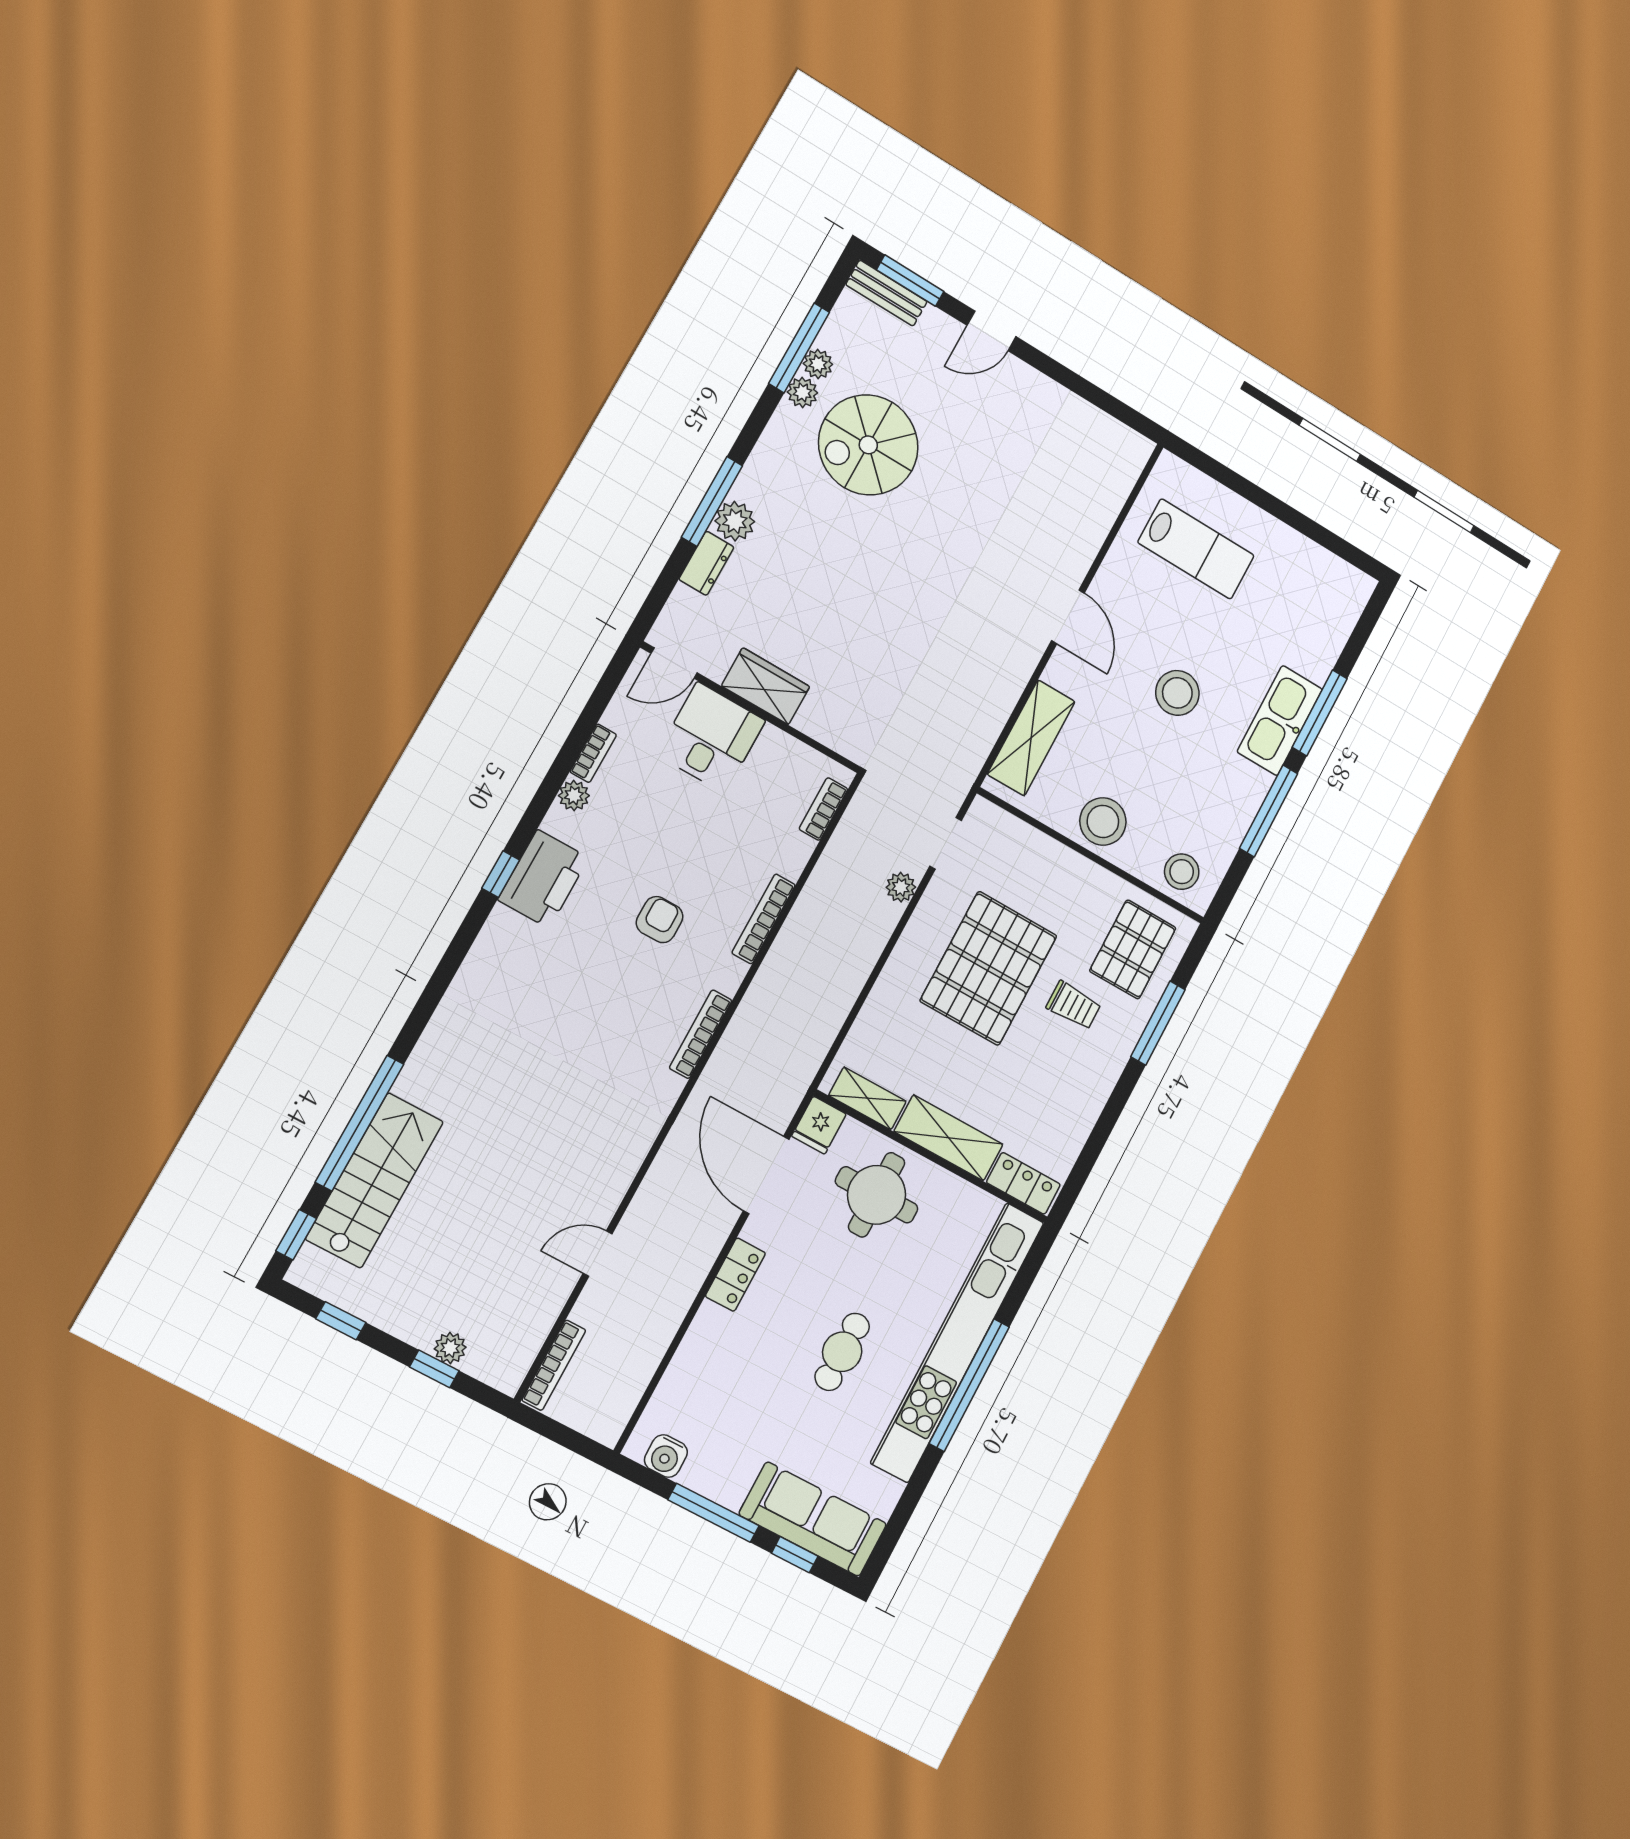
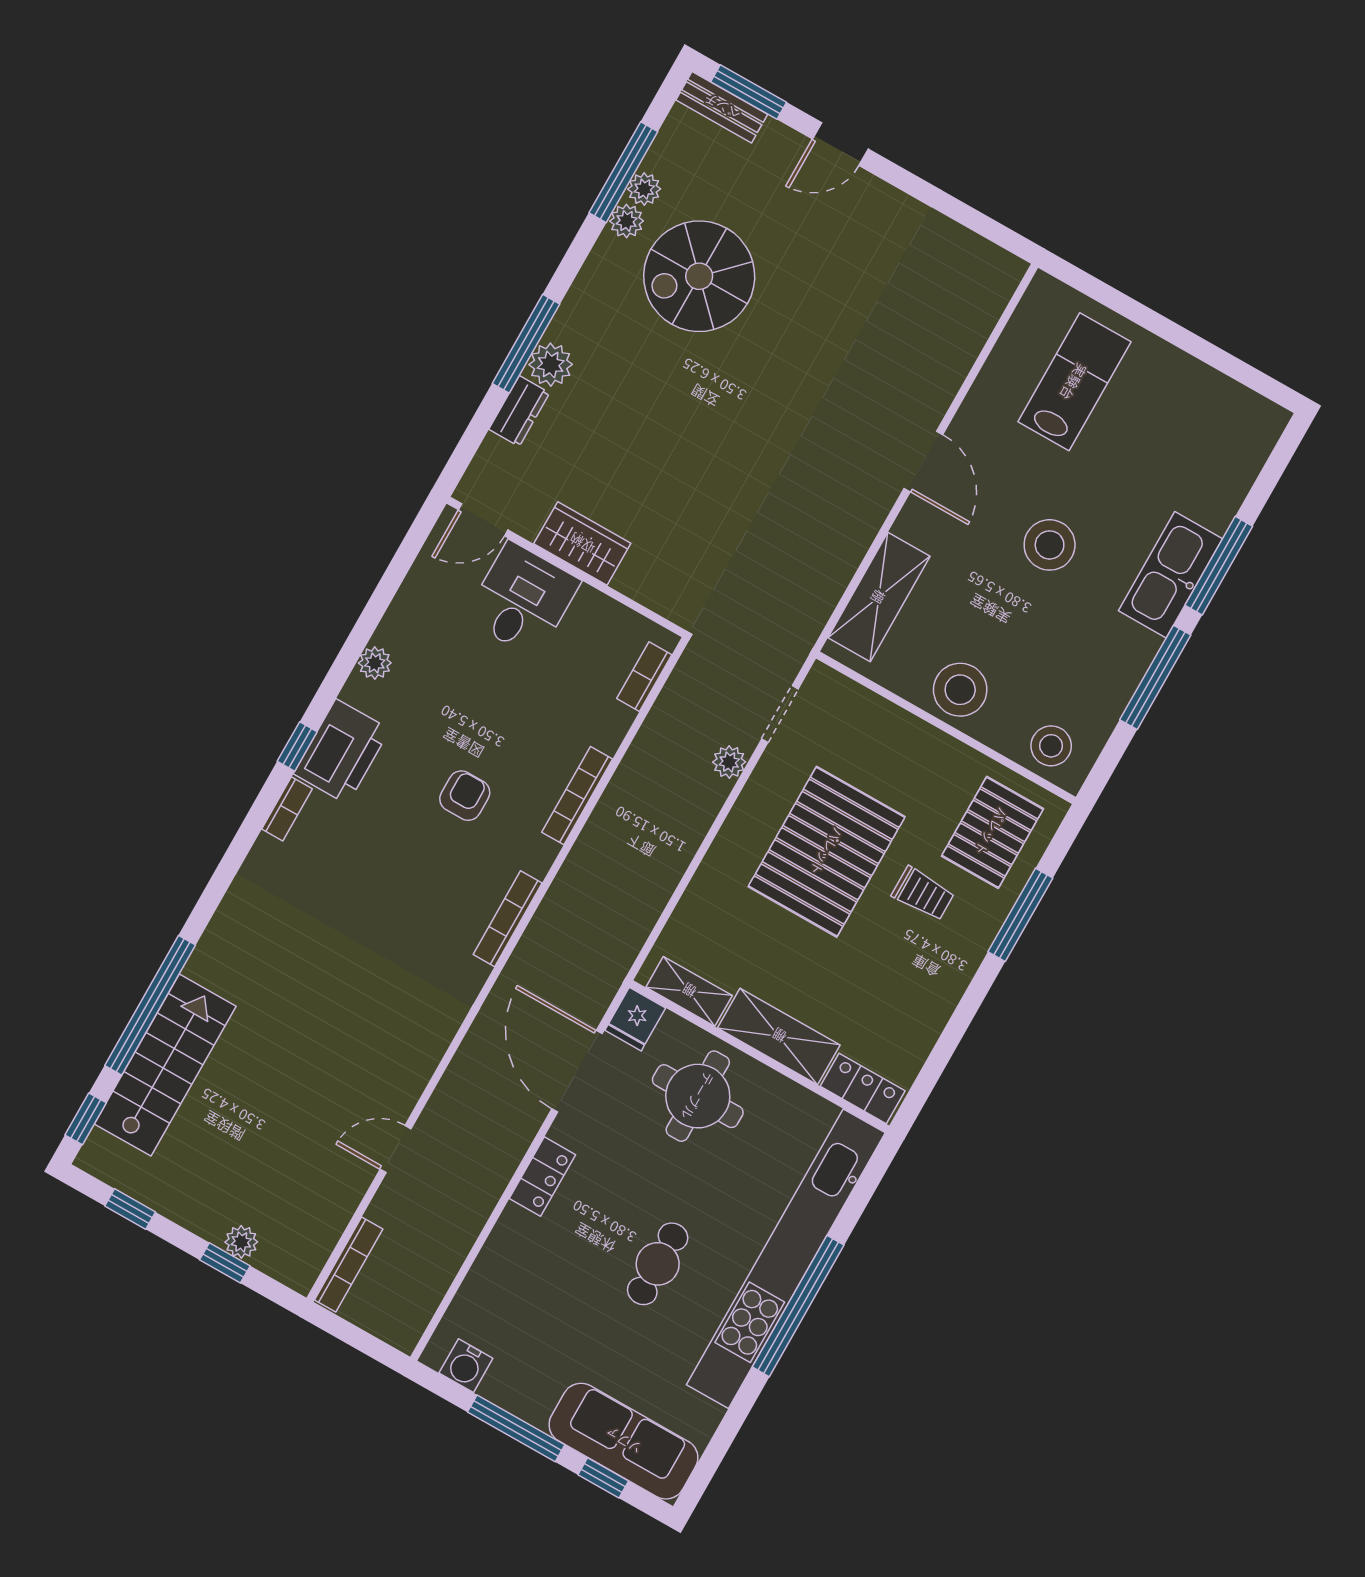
lab bench: (1196, 549) -> (1074, 382), turned -90
bookcase: (593, 753) -> (287, 809), moved

